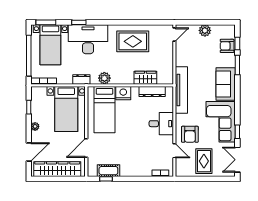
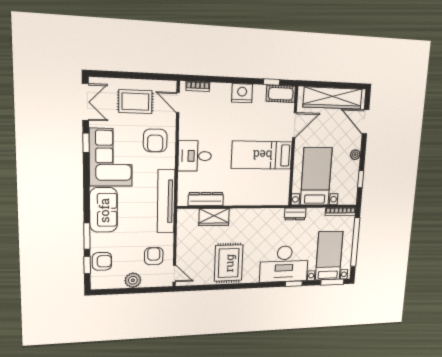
door: (174, 34) -> (174, 274), swing flipped
rug: (133, 41) -> (229, 263), turned 90
armchair: (190, 49) -> (154, 256), added
plant: (104, 78) -> (267, 216), removed
nightstand: (123, 93) -> (242, 93), moved, turned 180
bed: (105, 110) -> (262, 155), moved, turned -90
armchair: (190, 134) -> (155, 140), turned 180
door: (174, 151) -> (178, 103), moved
door: (29, 152) -> (365, 122), hinge flipped
rug: (204, 161) -> (135, 102), turned 90
cot: (108, 171) -> (281, 94), moved

